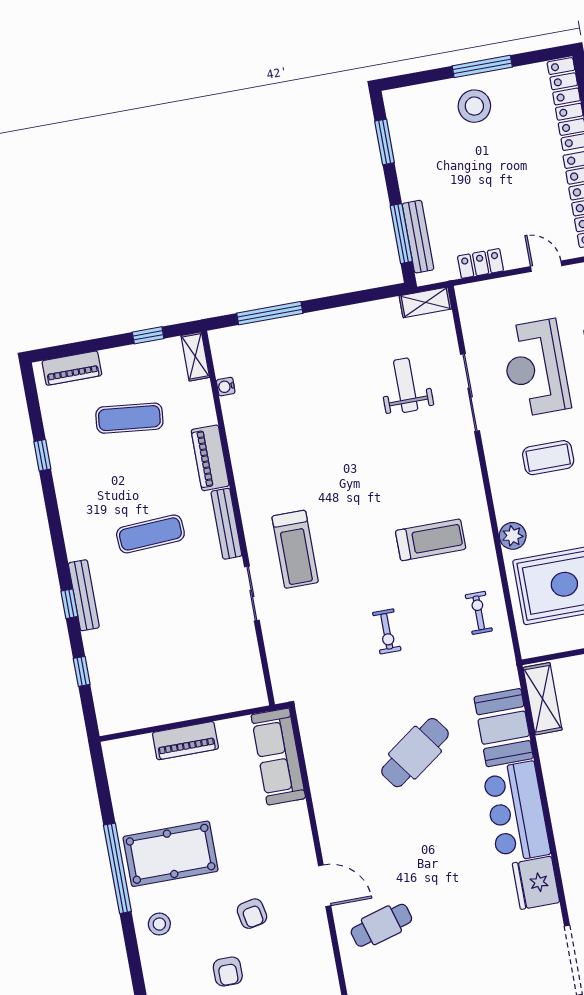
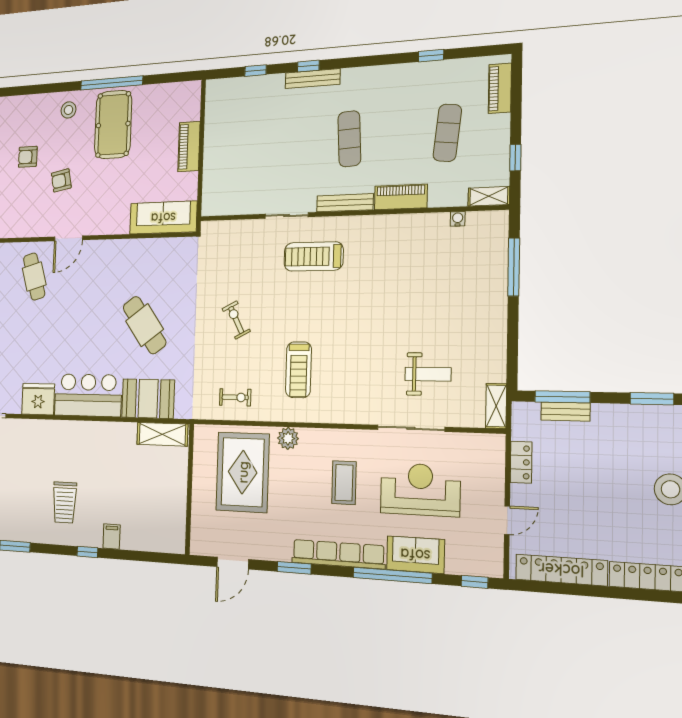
bench: (418, 237) -> (565, 412), width x0.73
exercise bike: (387, 631) -> (236, 320), turned 63

